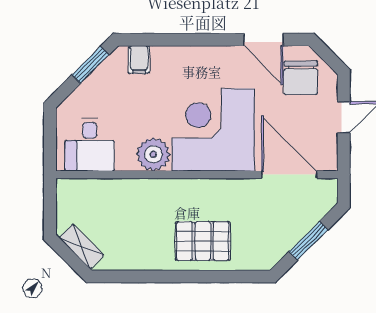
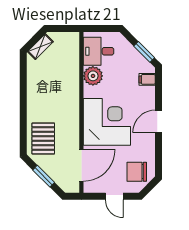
door: (263, 40) -> (158, 121), moved
plant: (153, 154) -> (93, 76), moved
pallet: (203, 241) -> (43, 139), moved

